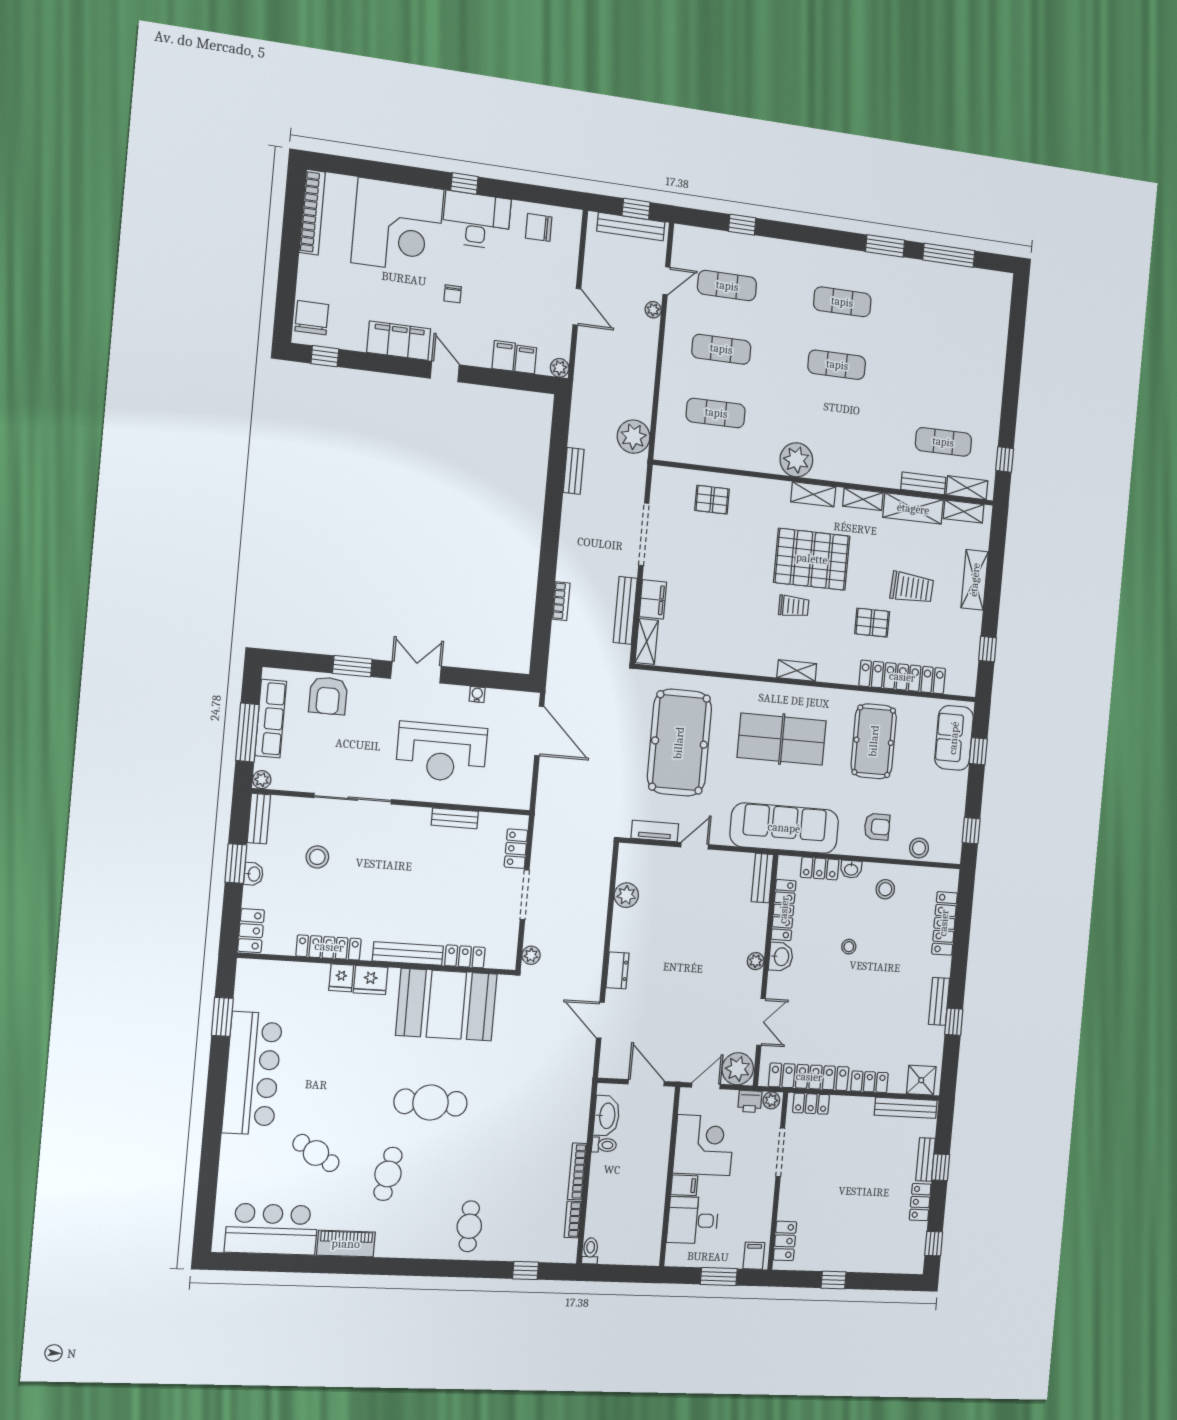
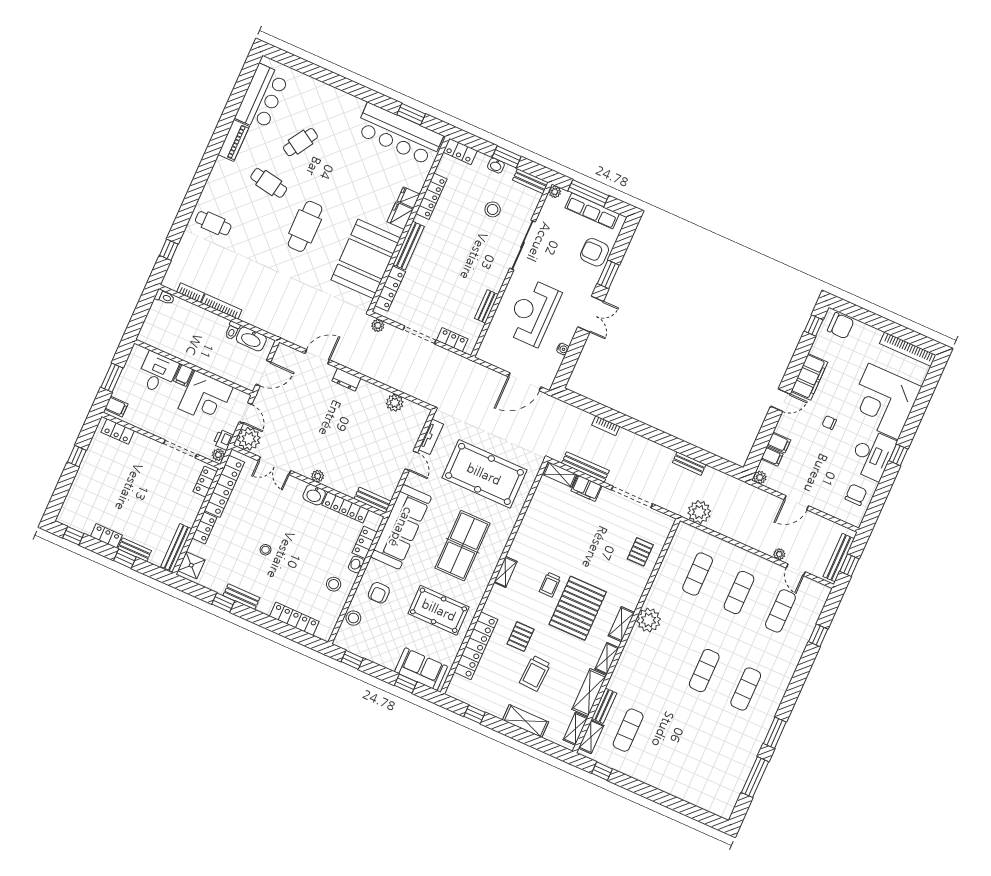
stool: (849, 947) -> (265, 550), moved
locker: (465, 956) -> (390, 289), width x1.53
bar counter: (252, 1073) -> (399, 134), moved

